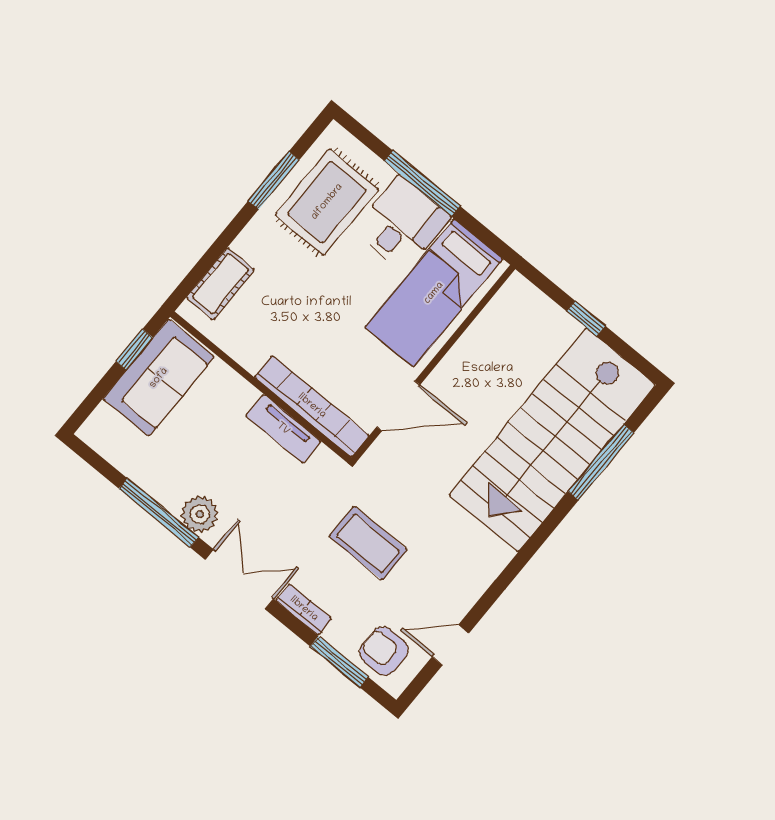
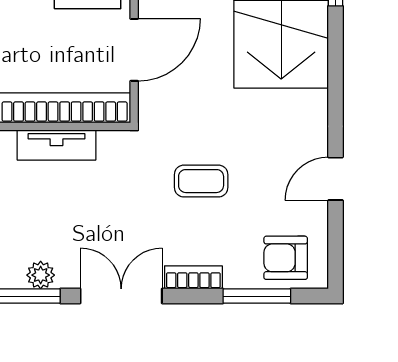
plant: (200, 514) -> (41, 275), width x0.73, depth x0.73
coffee table: (368, 543) -> (201, 181), width x0.73, depth x0.77
door: (450, 645) -> (335, 179), moved

